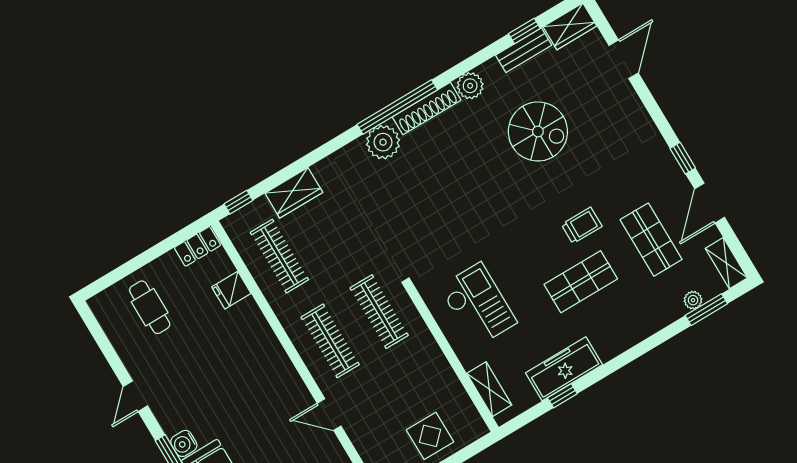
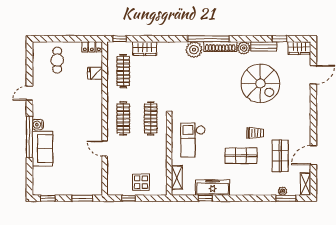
bench: (524, 50) -> (264, 46), moved
spiral stairs: (538, 131) -> (260, 83), width x1.37, depth x1.37
window: (683, 158) -> (313, 130), removed
checkout: (478, 305) -> (193, 140), turned 180

